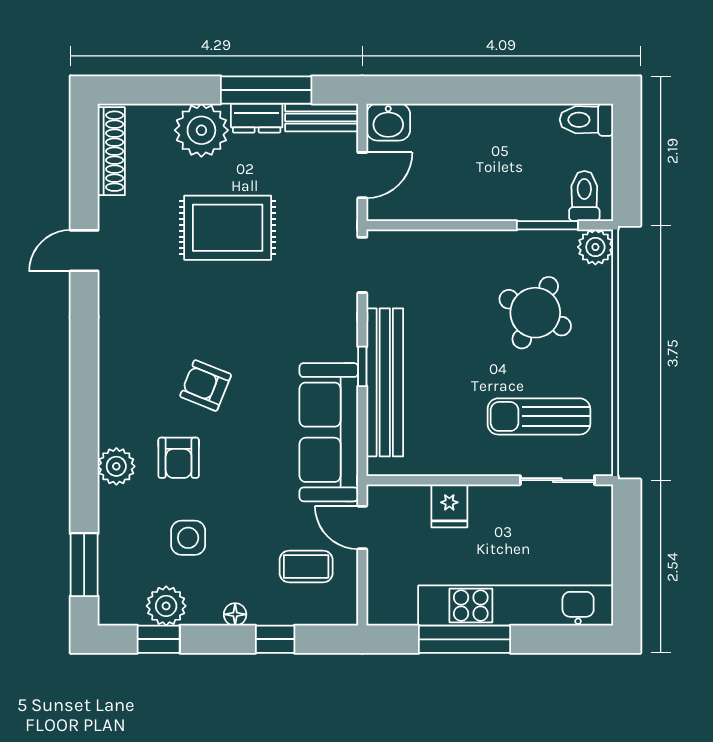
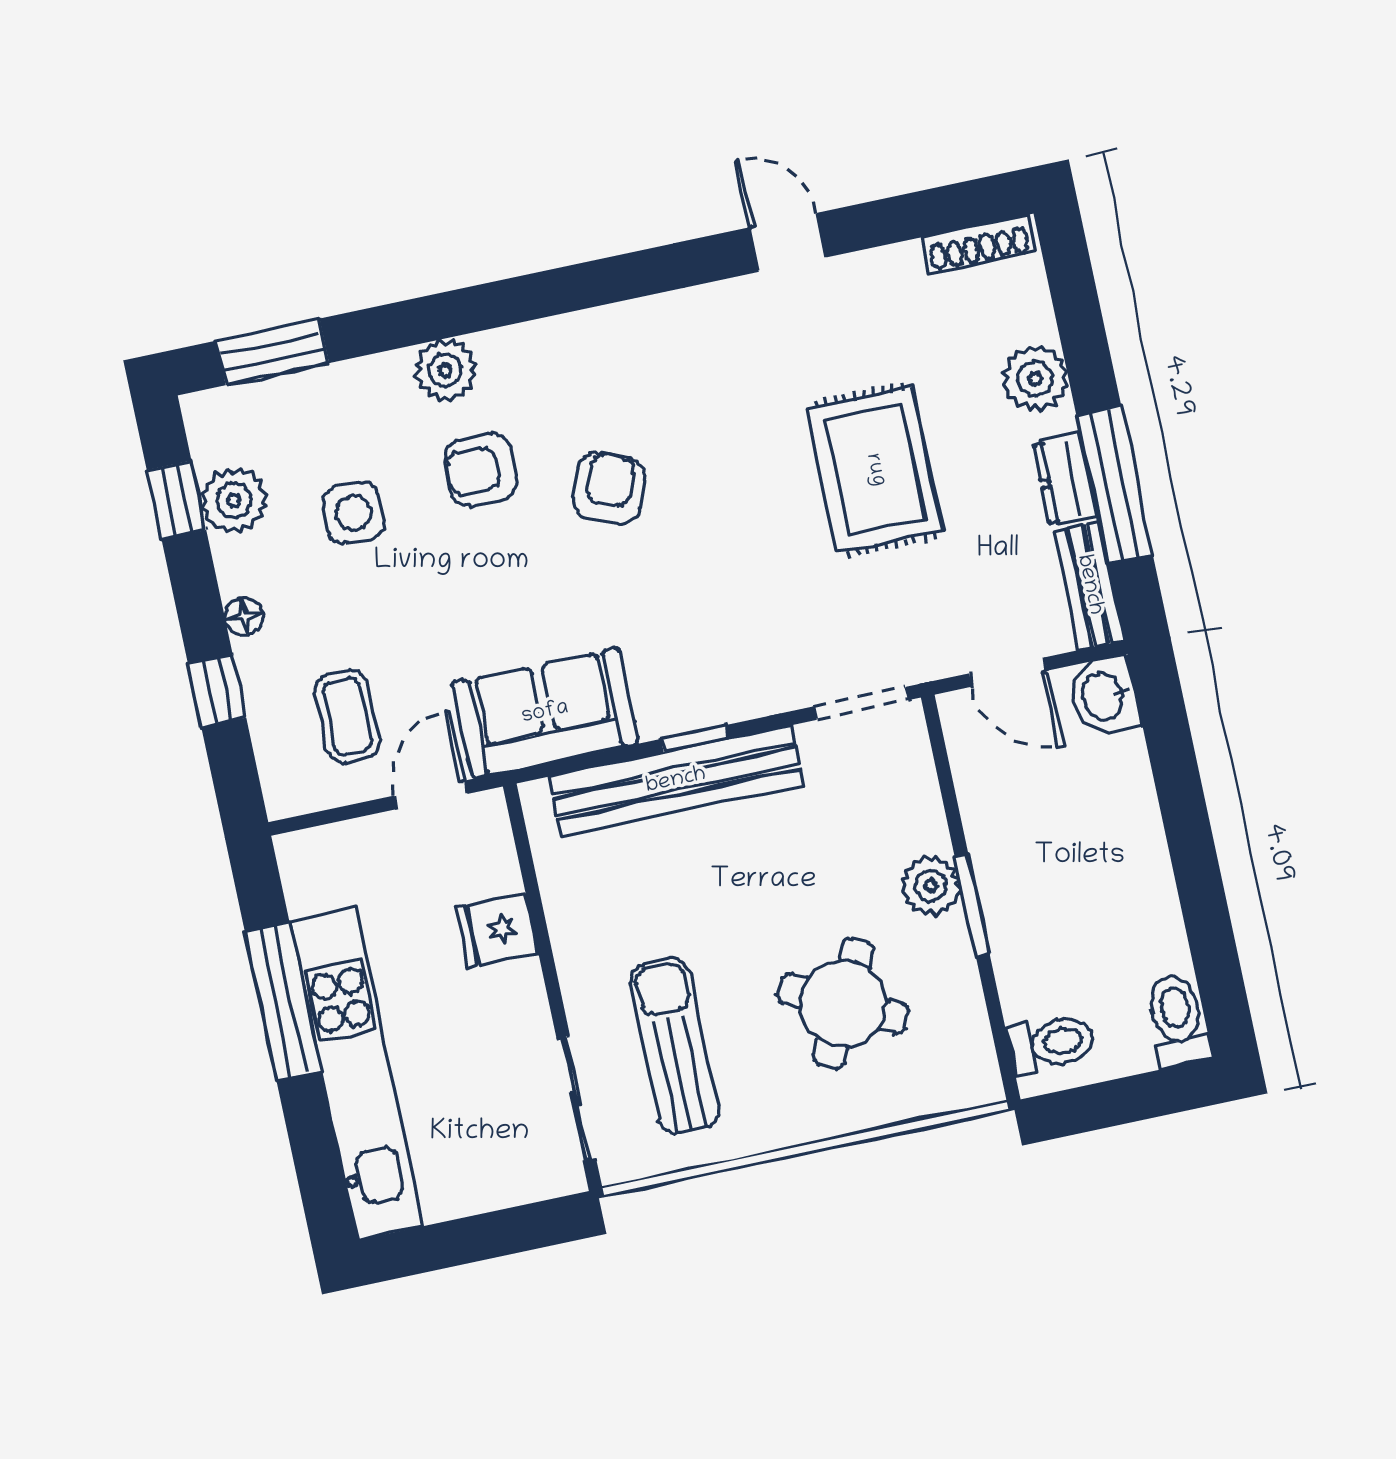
plant: (201, 130) -> (1035, 379), width x0.73, depth x0.73
shoe rack: (111, 151) -> (978, 244), width x0.74, depth x0.81
window: (547, 225) -> (972, 905), moved
plant: (595, 247) -> (931, 886), moved
sofa: (329, 432) -> (545, 713), width x0.73

